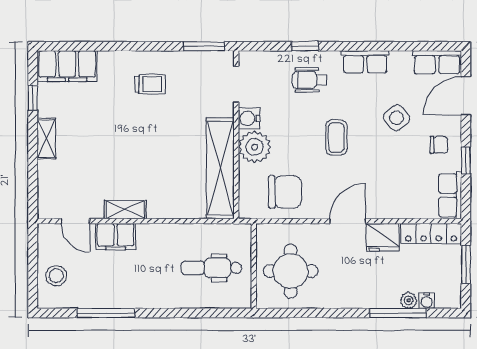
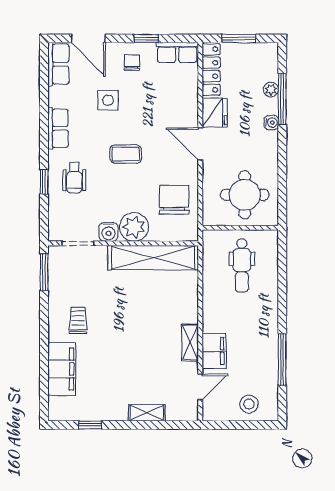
filing cabinet: (67, 66) -> (62, 369), moved
side table: (397, 118) -> (108, 100), turned 38
shelving: (46, 138) -> (147, 413), moved
water cooler: (427, 301) -> (271, 123), moved

